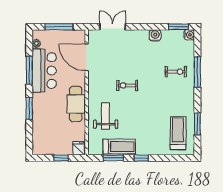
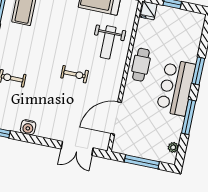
door: (87, 57) -> (116, 118), swing flipped
bar counter: (44, 70) -> (176, 87), moved
cafe table: (76, 104) -> (141, 65), width x0.73, depth x0.74

